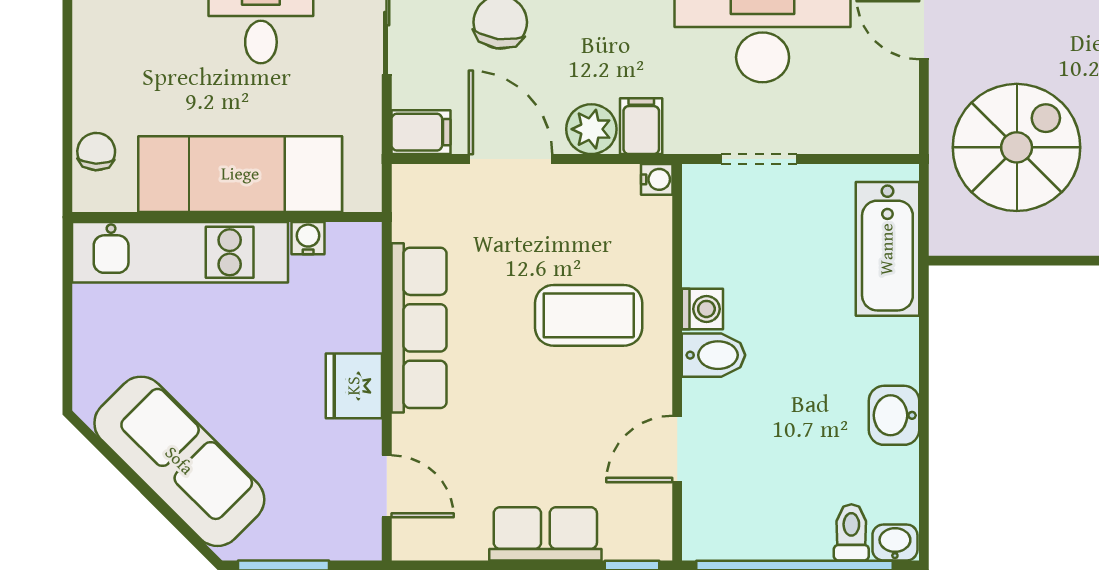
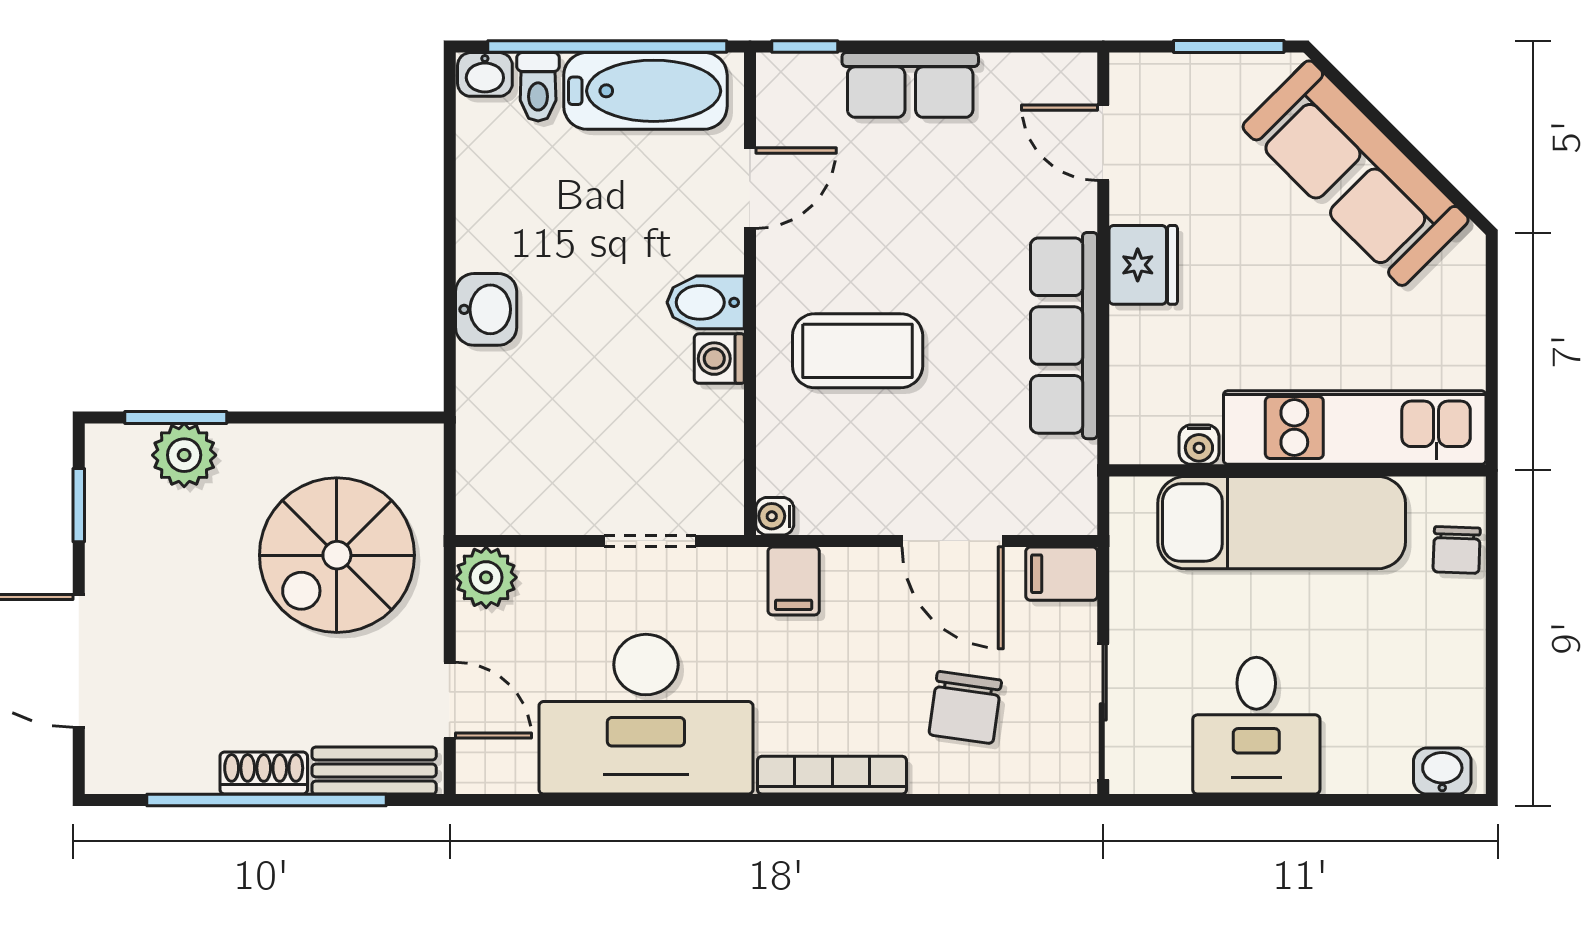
plant: (591, 129) -> (486, 577), moved
bathtub: (887, 249) -> (645, 91), moved, turned 90
washbasin: (894, 415) -> (486, 309), moved

